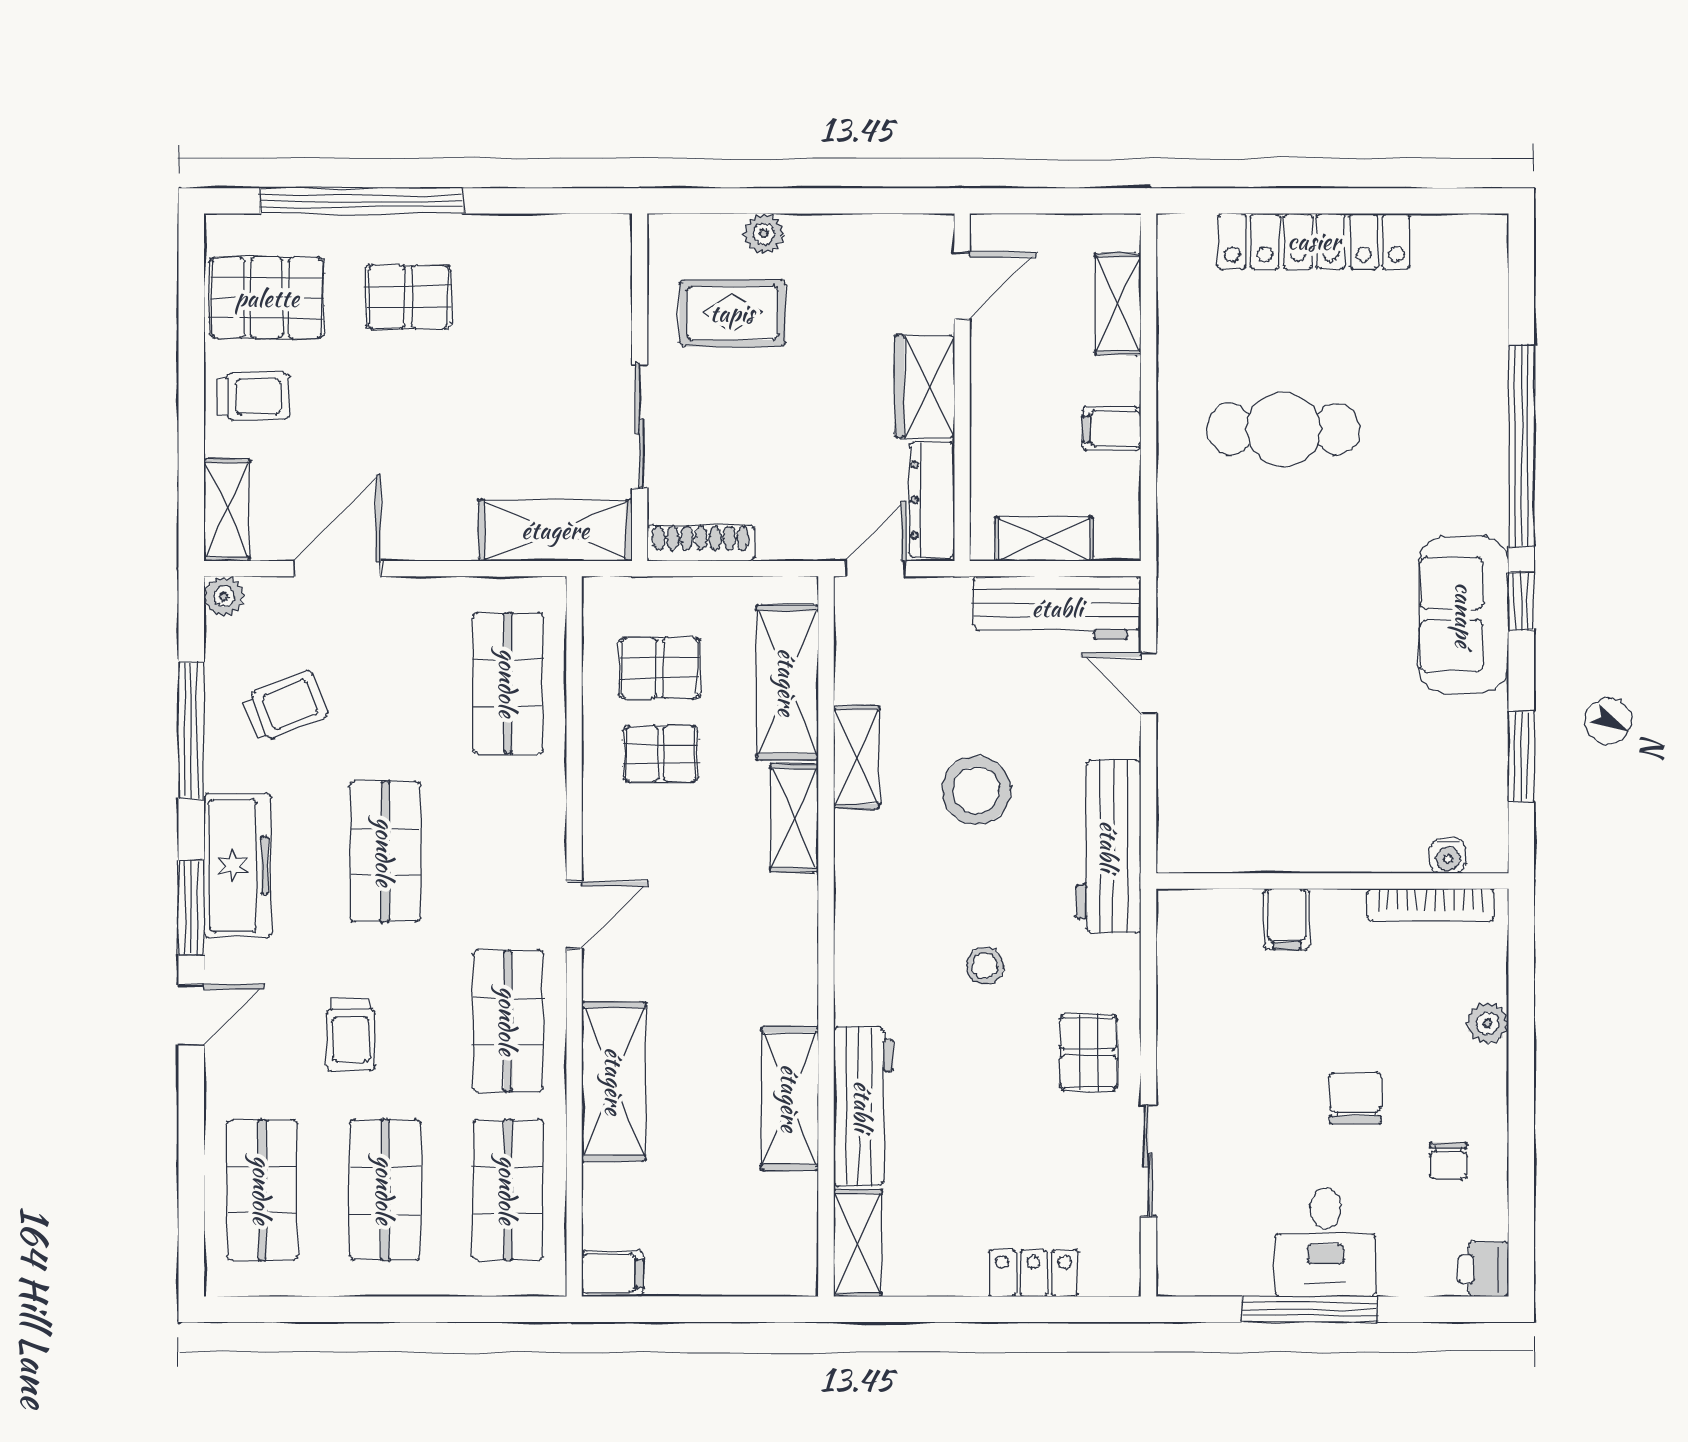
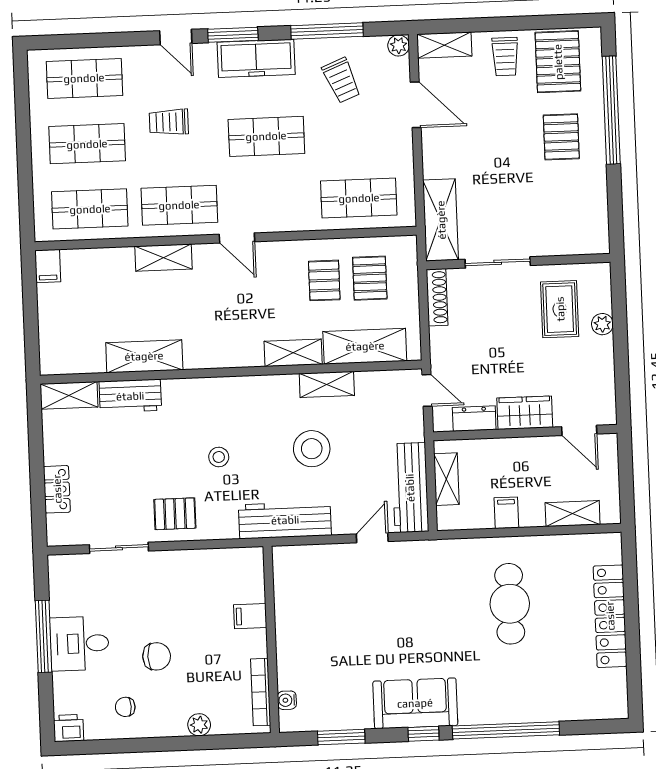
dresser: (932, 500) -> (474, 419), width x0.70
shelving: (614, 1081) -> (163, 258), width x0.67, depth x0.75
workbench: (863, 1106) -> (130, 396), width x0.73

